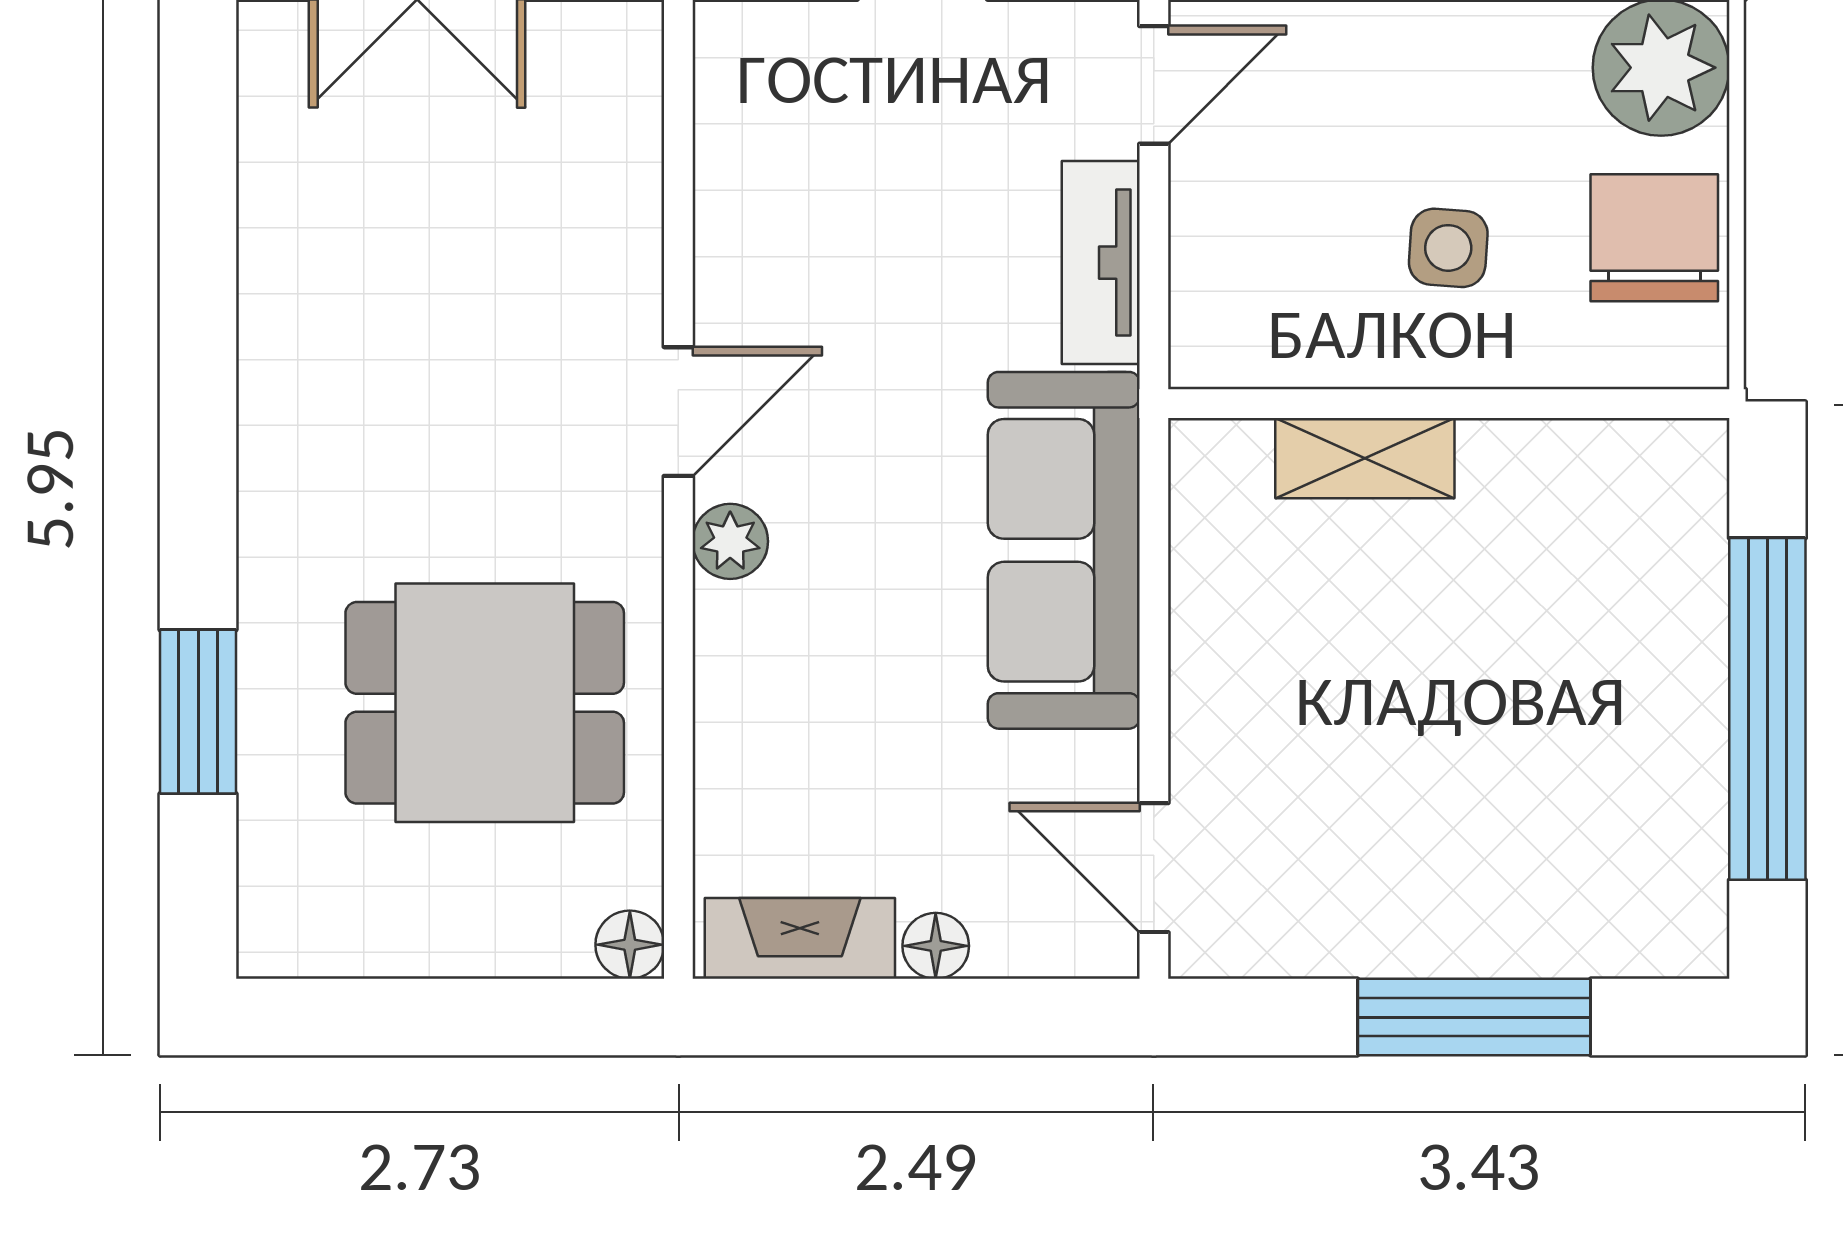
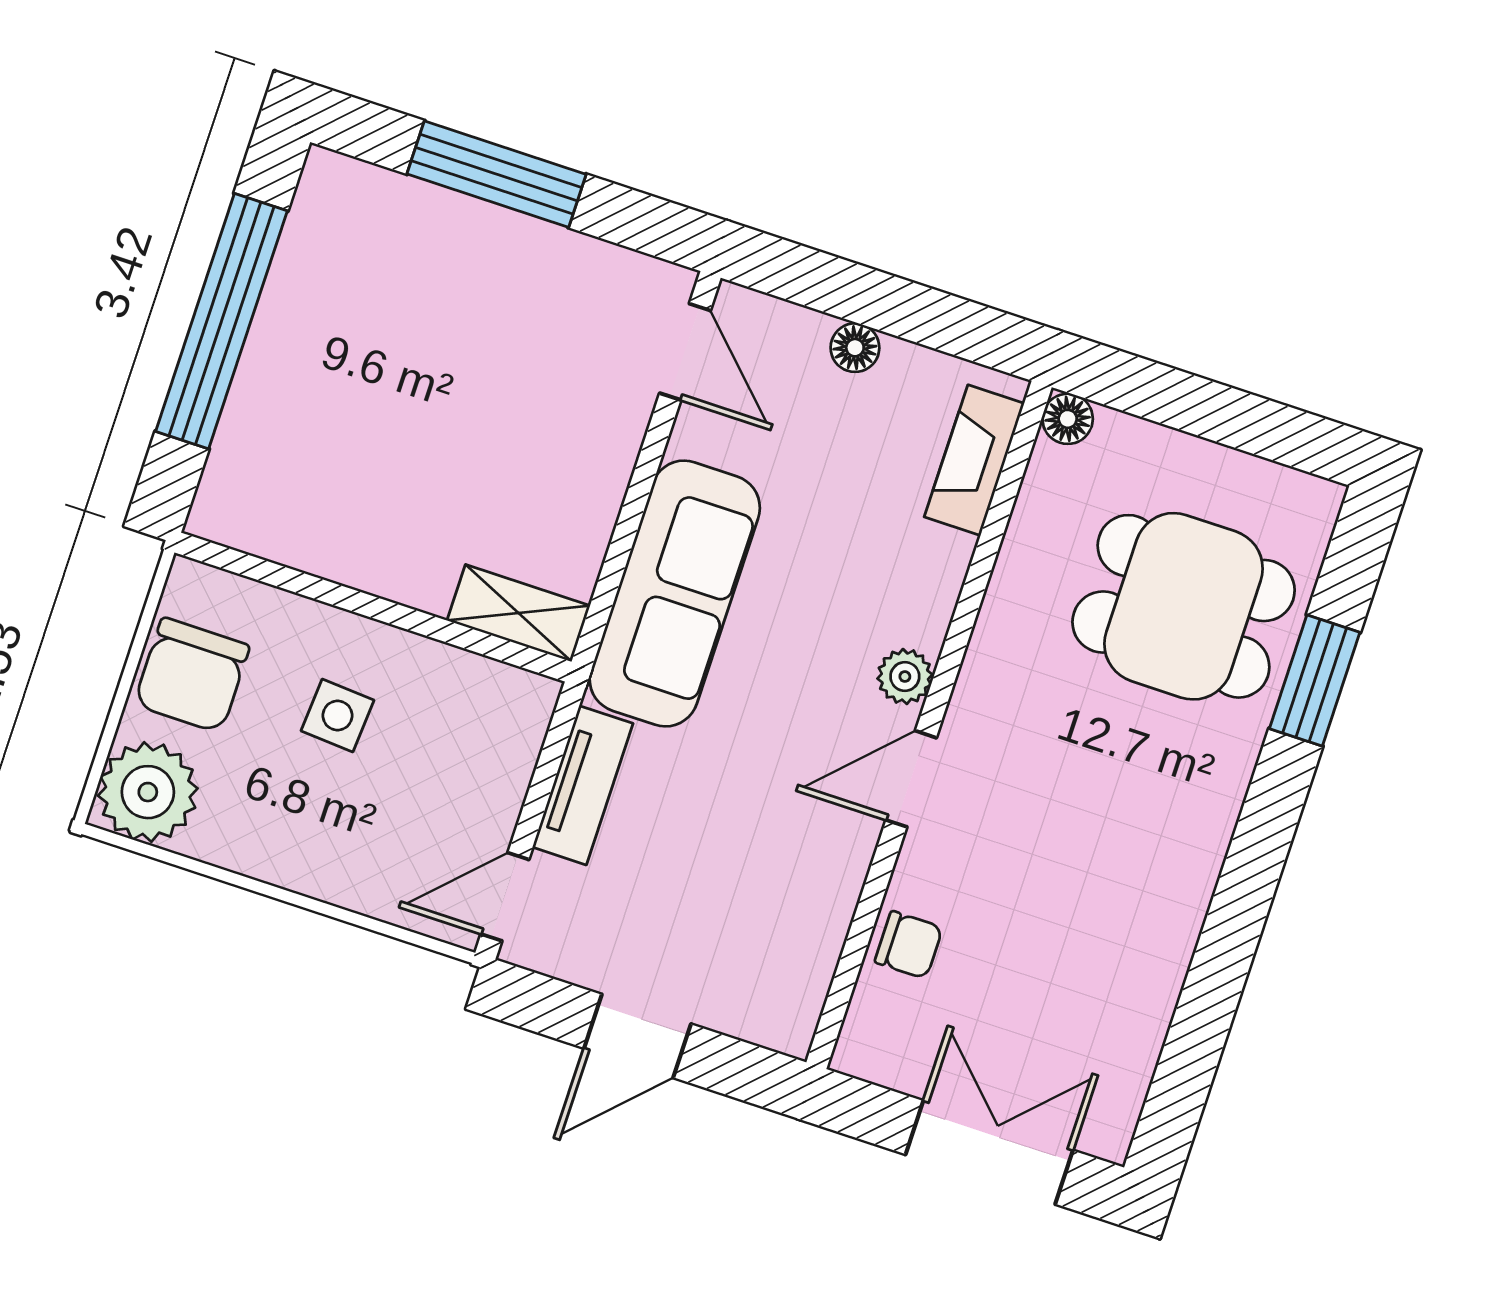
chair: (610, 196) -> (909, 945), added
shelving: (1365, 458) -> (519, 613), moved
dining table: (485, 703) -> (1184, 606), moved
fireplace: (800, 938) -> (974, 460), moved, turned 90

